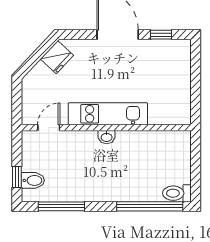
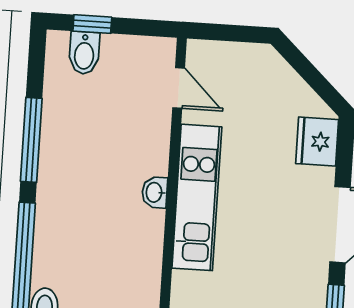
fridge: (57, 57) -> (317, 142), moved, turned 47
window: (61, 206) -> (31, 140), moved

